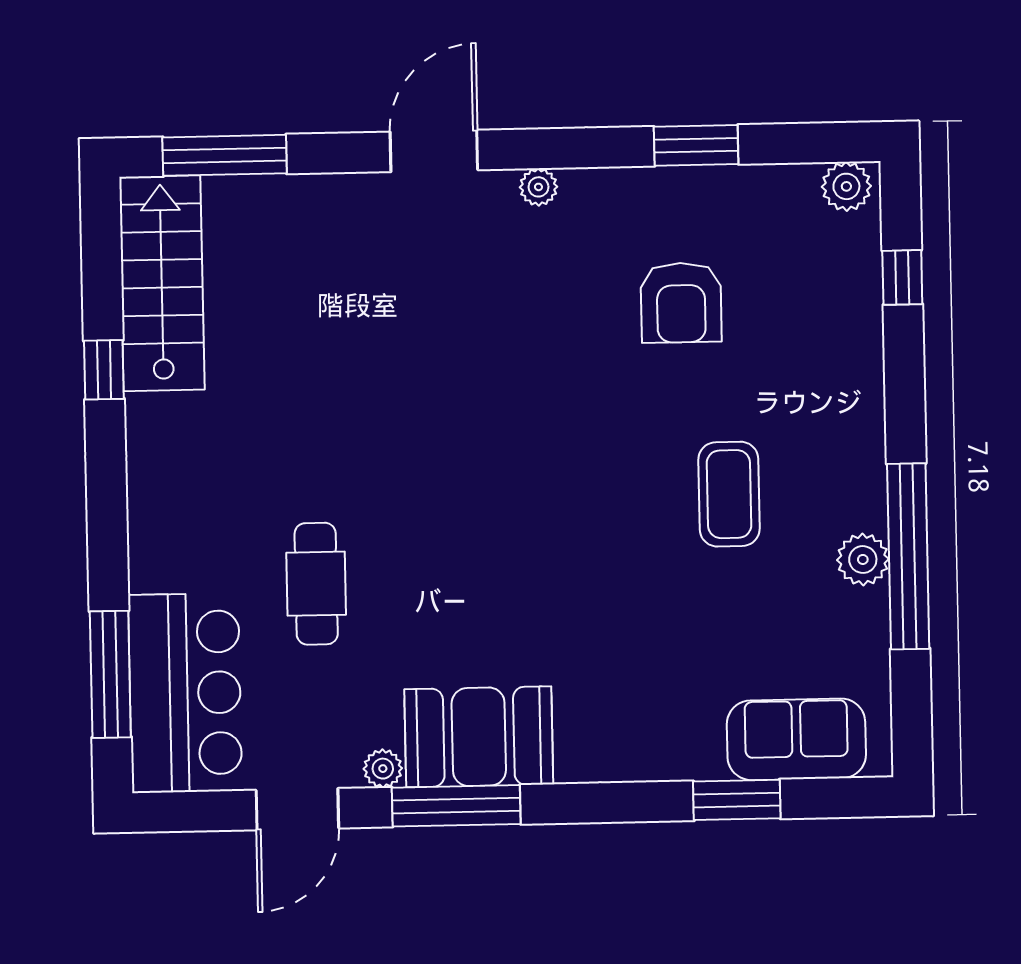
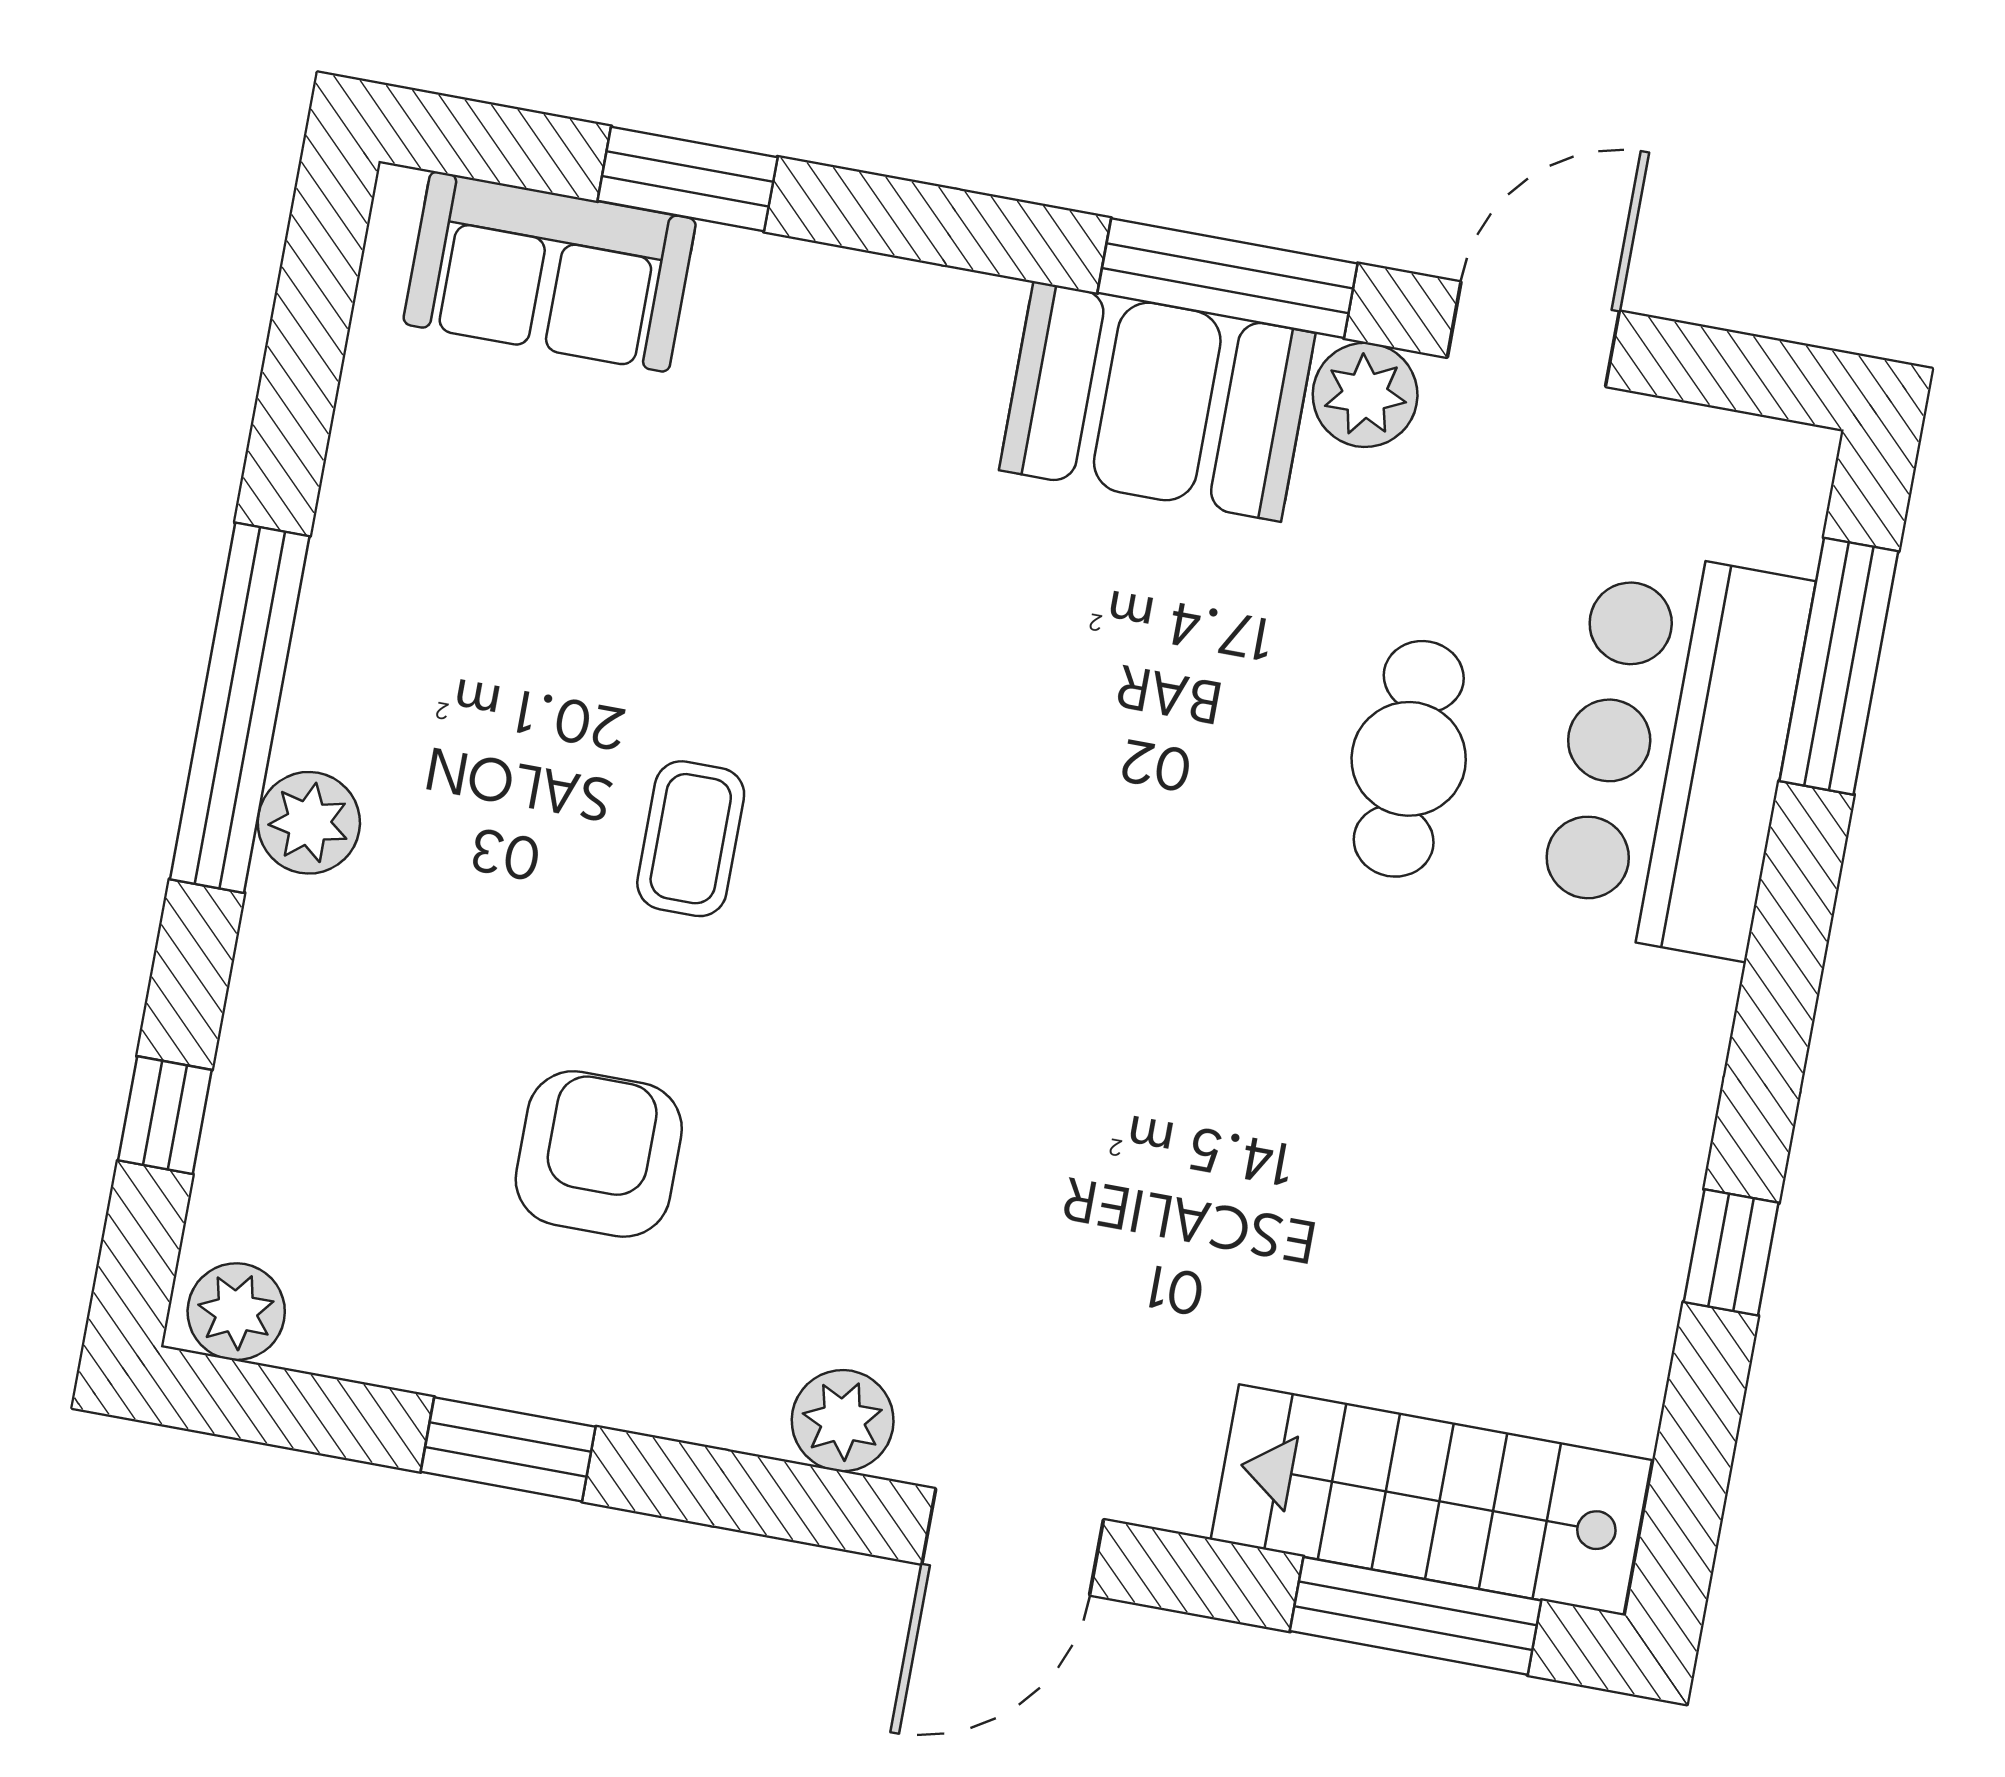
plant: (538, 187) -> (843, 1421), width x1.38, depth x1.38
stairs: (162, 283) -> (1431, 1500), moved, turned 90
coffee table: (729, 494) -> (691, 839), moved, width x0.73, depth x0.77
window: (908, 556) -> (240, 708), moved
plant: (863, 559) -> (309, 823), moved
bar counter: (185, 693) -> (1675, 752), moved
plant: (383, 769) -> (1365, 395), width x1.38, depth x1.38

